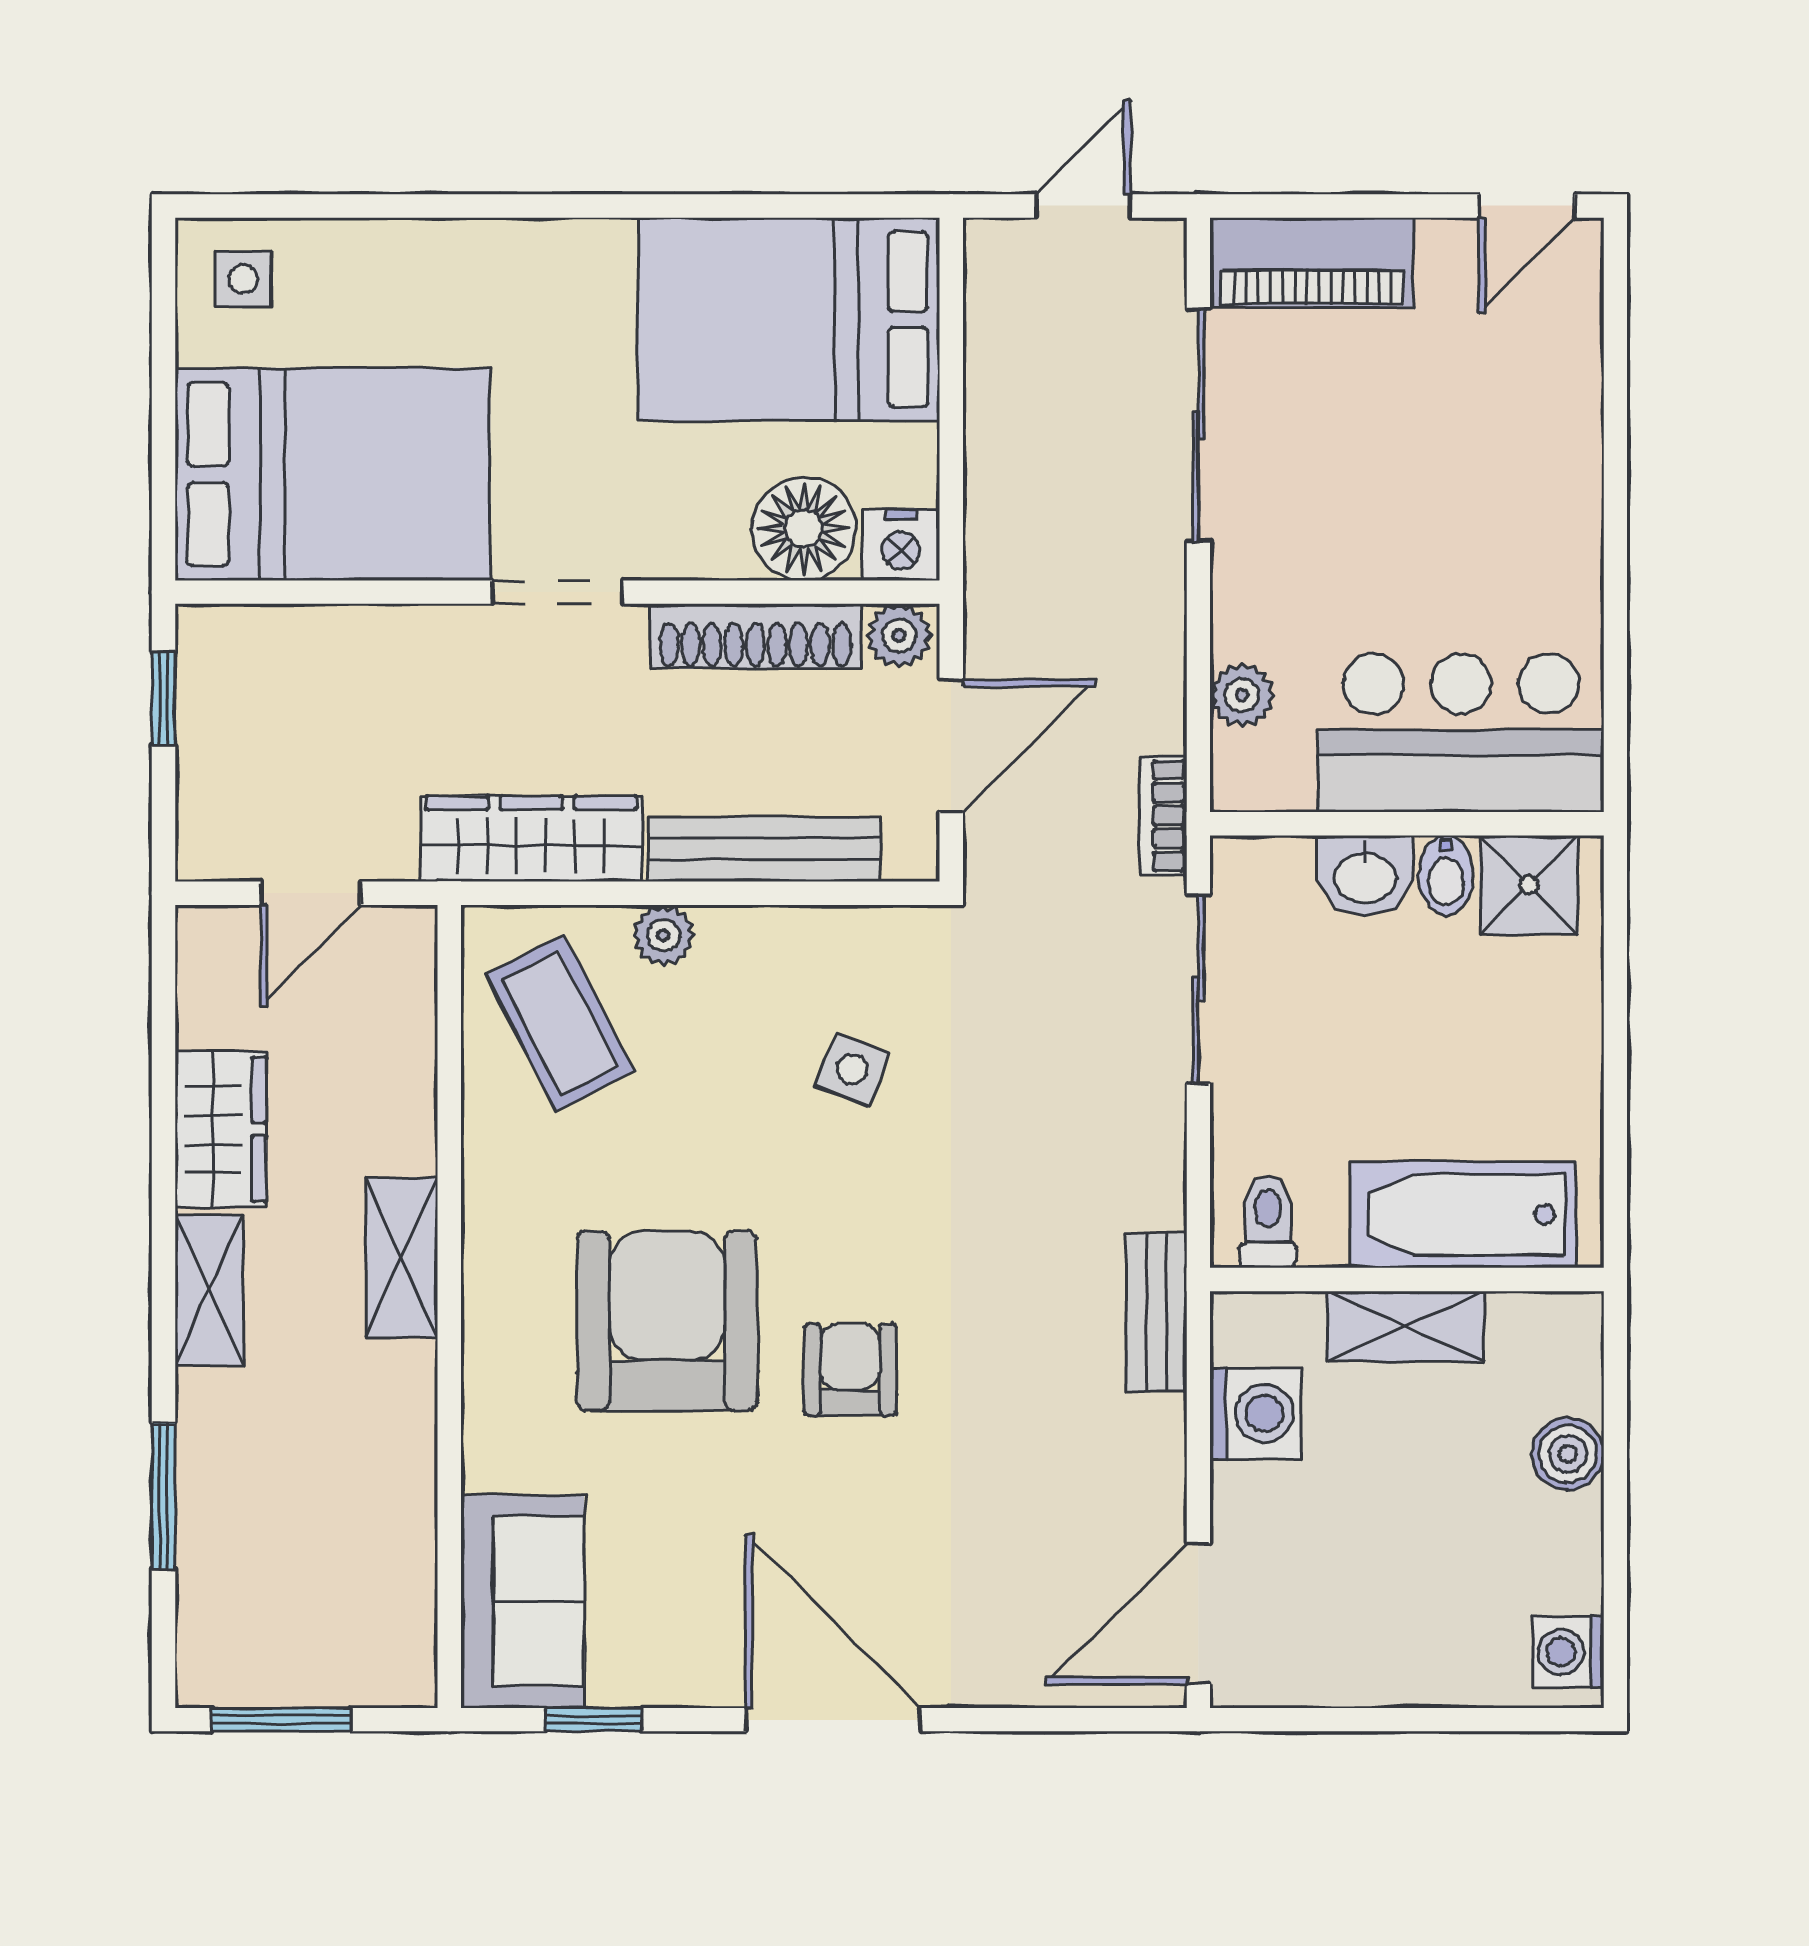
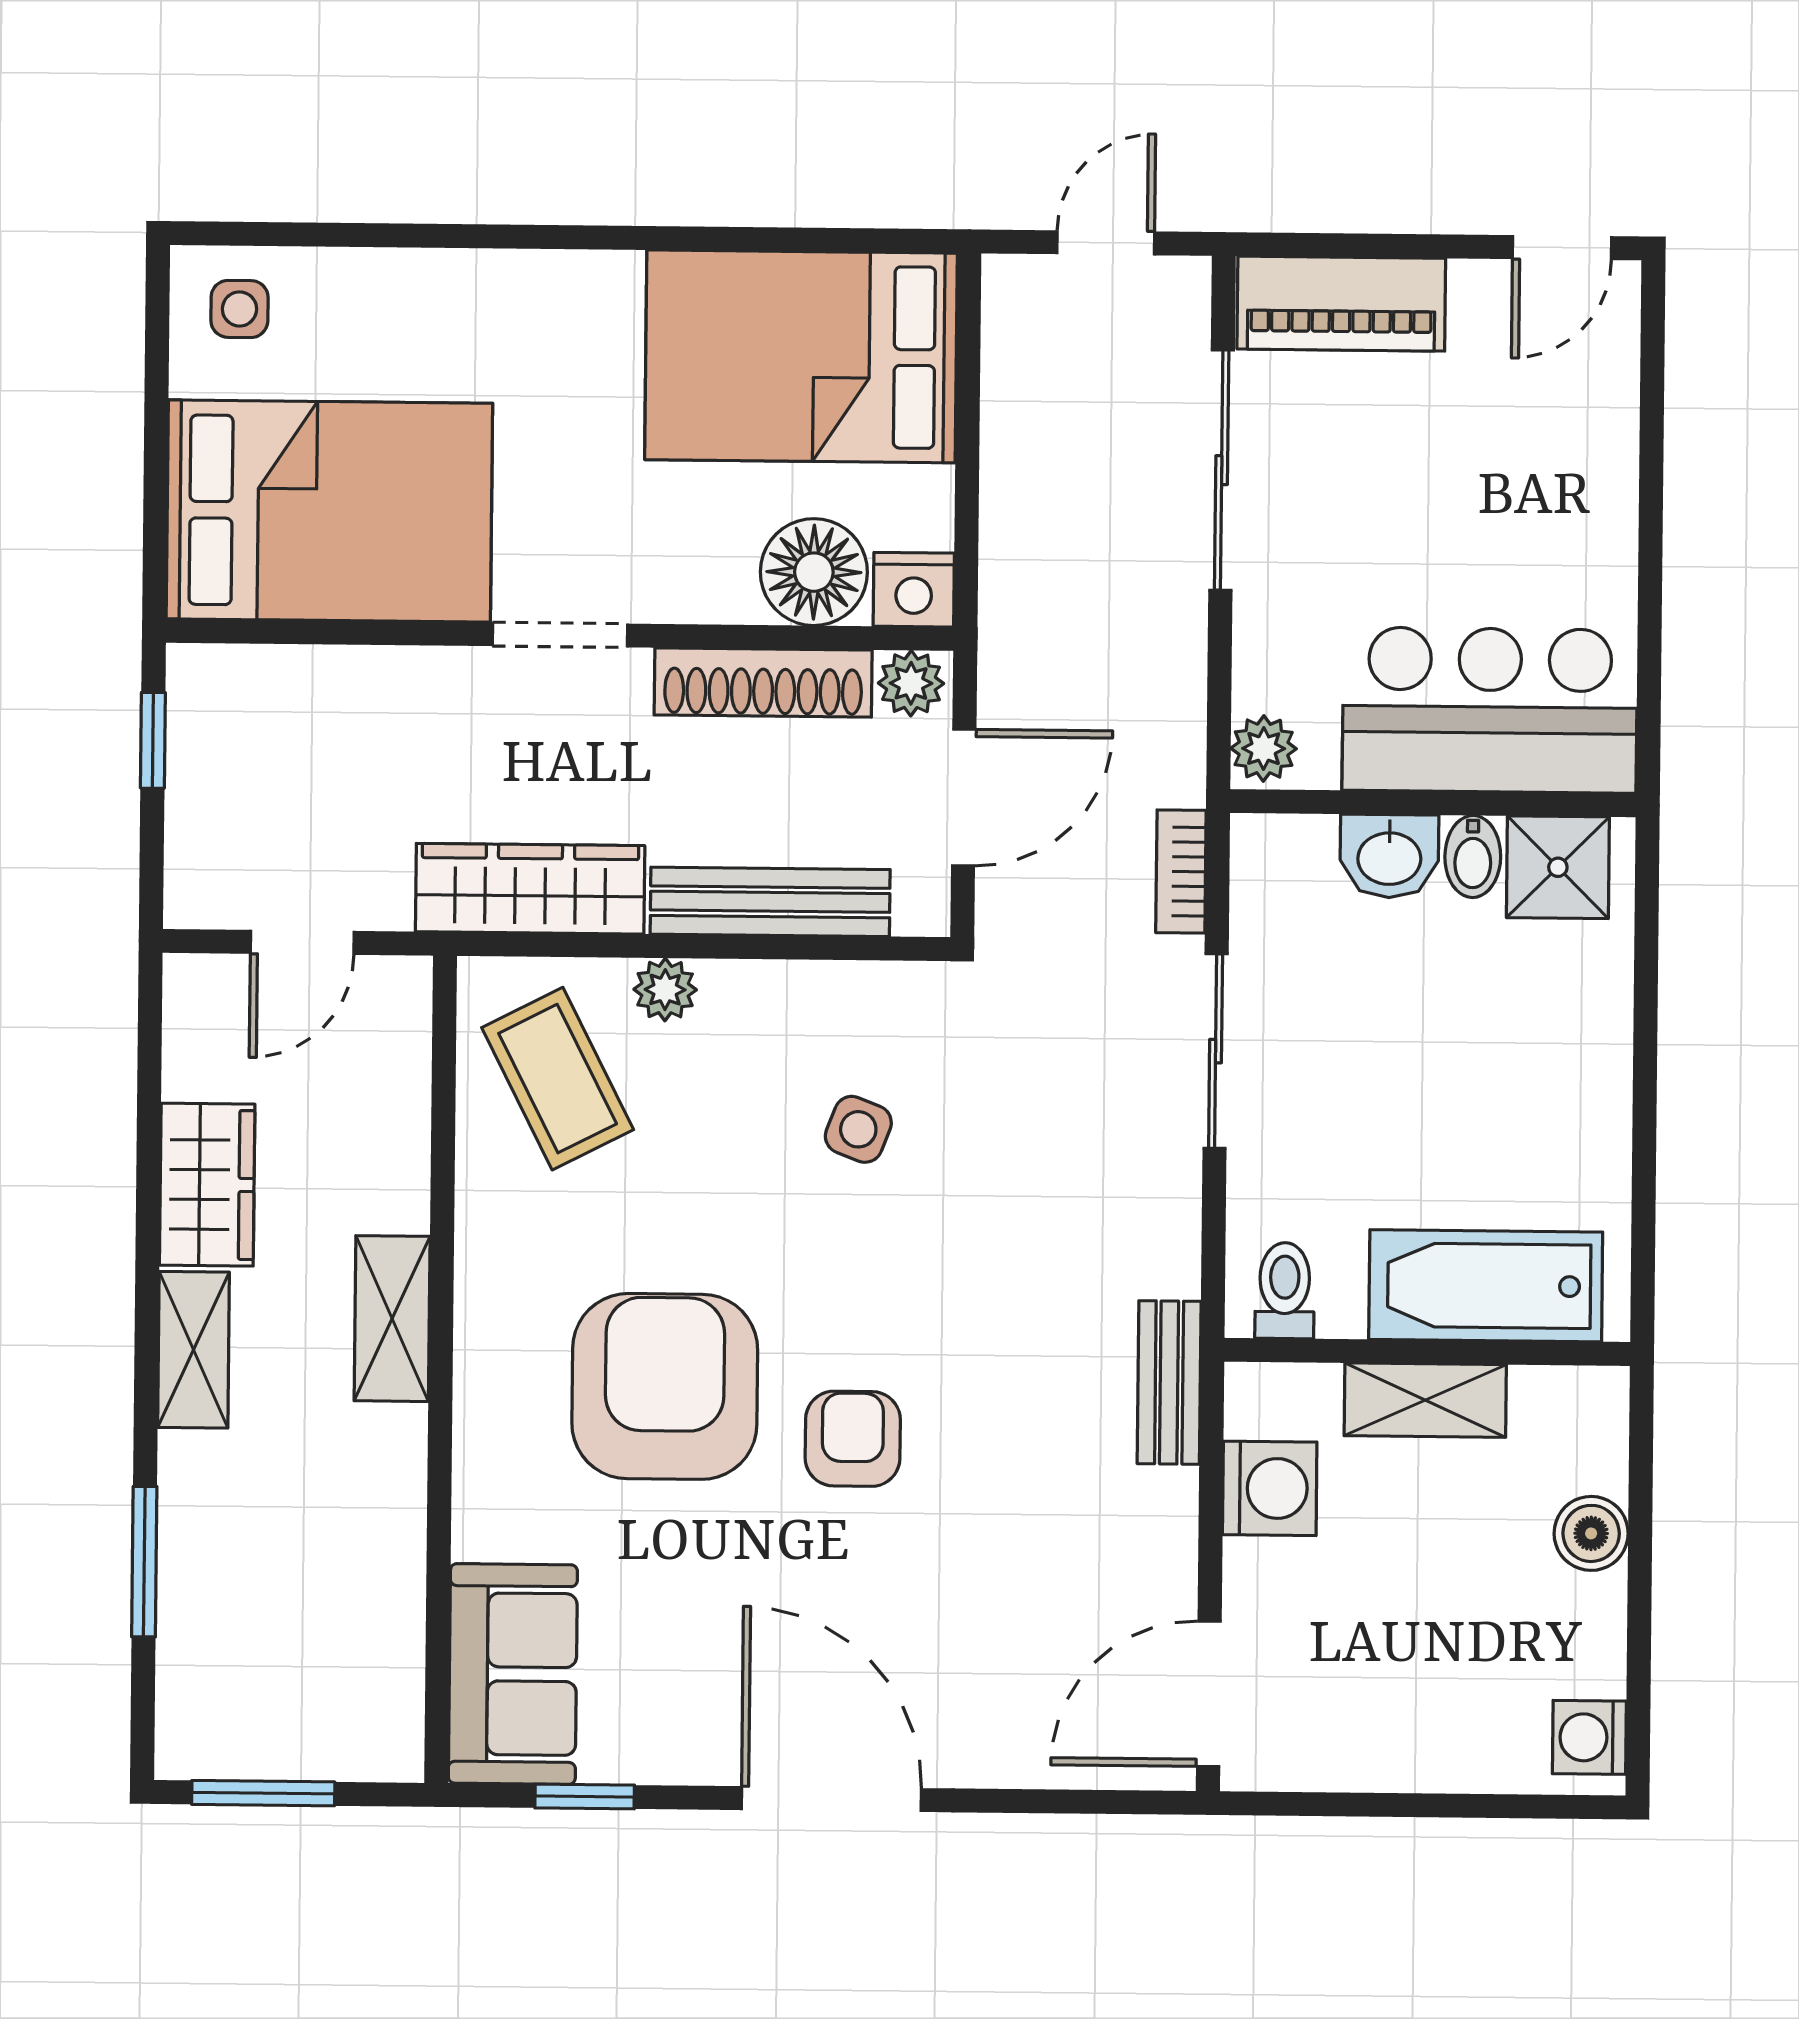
bar counter: (1461, 733) -> (1490, 710), moved
wall: (1407, 824) -> (1433, 803), moved
bidet: (1446, 875) -> (1473, 856), moved
washbasin: (1365, 876) -> (1389, 856), moved
shower: (1529, 885) -> (1558, 867), moved

